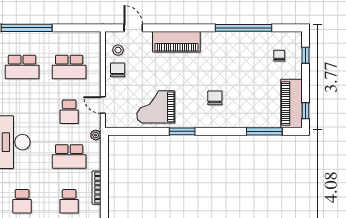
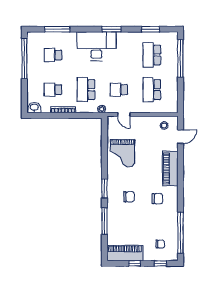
window: (244, 28) -> (180, 233), moved
chair: (118, 70) -> (157, 199), moved
door: (103, 105) -> (124, 114), swing flipped
grand piano: (156, 107) -> (122, 153), turned 180
window: (305, 111) -> (135, 263), moved
window: (182, 131) -> (104, 189), moved
window: (264, 131) -> (104, 221), moved

